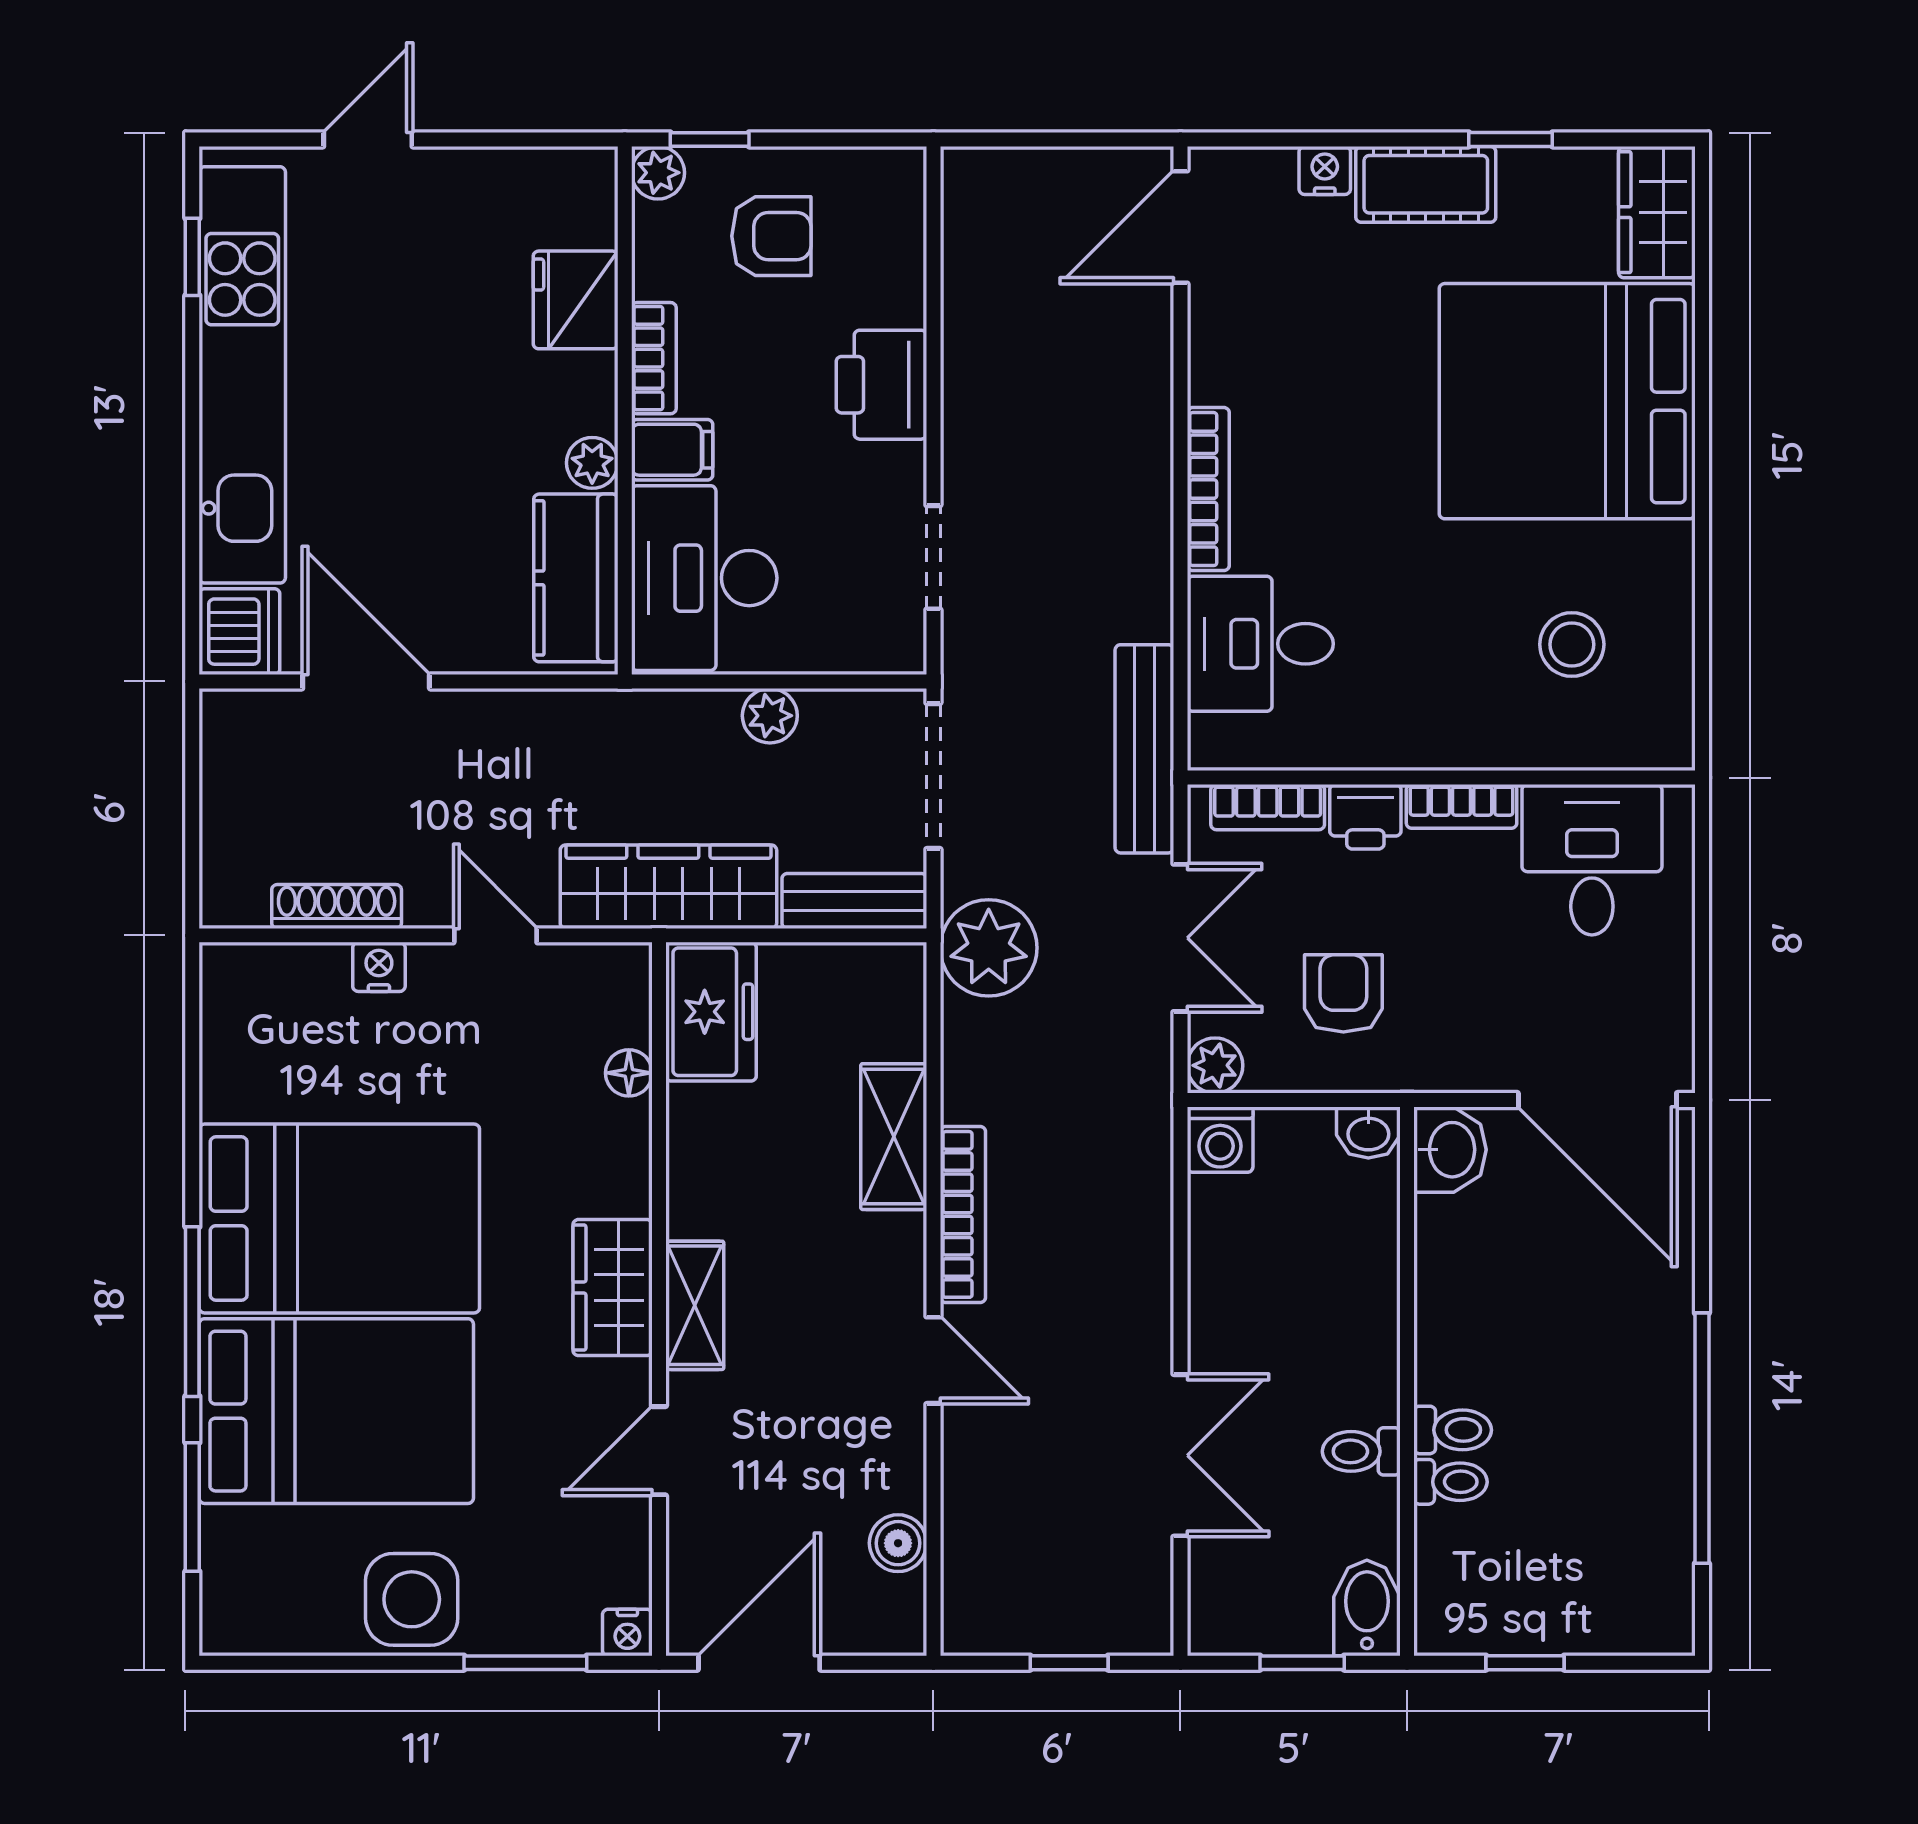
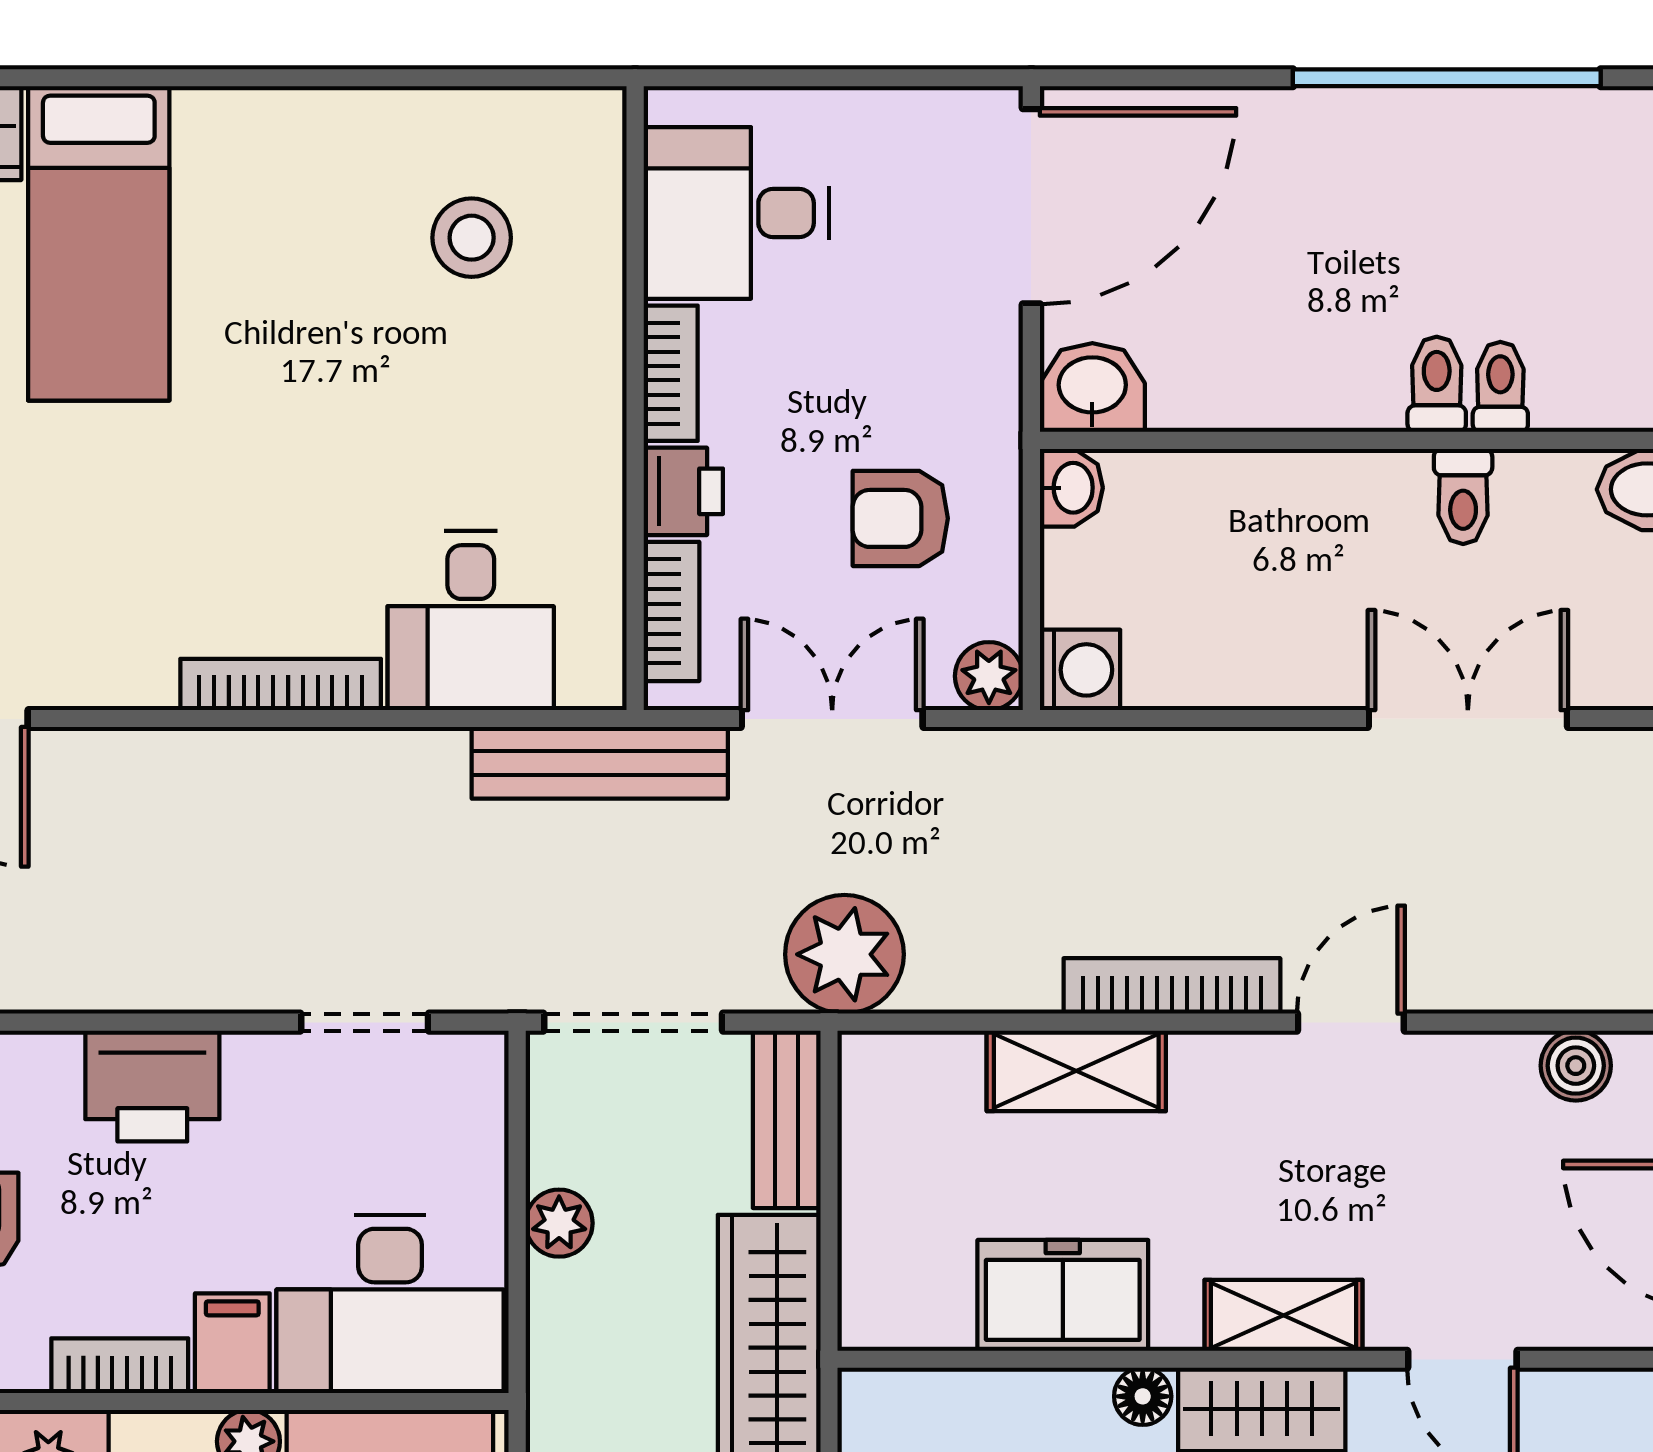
bed: (1567, 401) -> (99, 243), width x0.49
freezer: (711, 1012) -> (1063, 1295), moved
floor lamp: (629, 1073) -> (1143, 1396), moved

